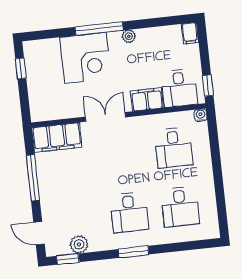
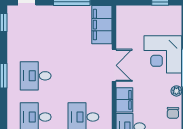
chair: (156, 38) -> (173, 113), added
plant: (79, 244) -> (14, 33), removed

